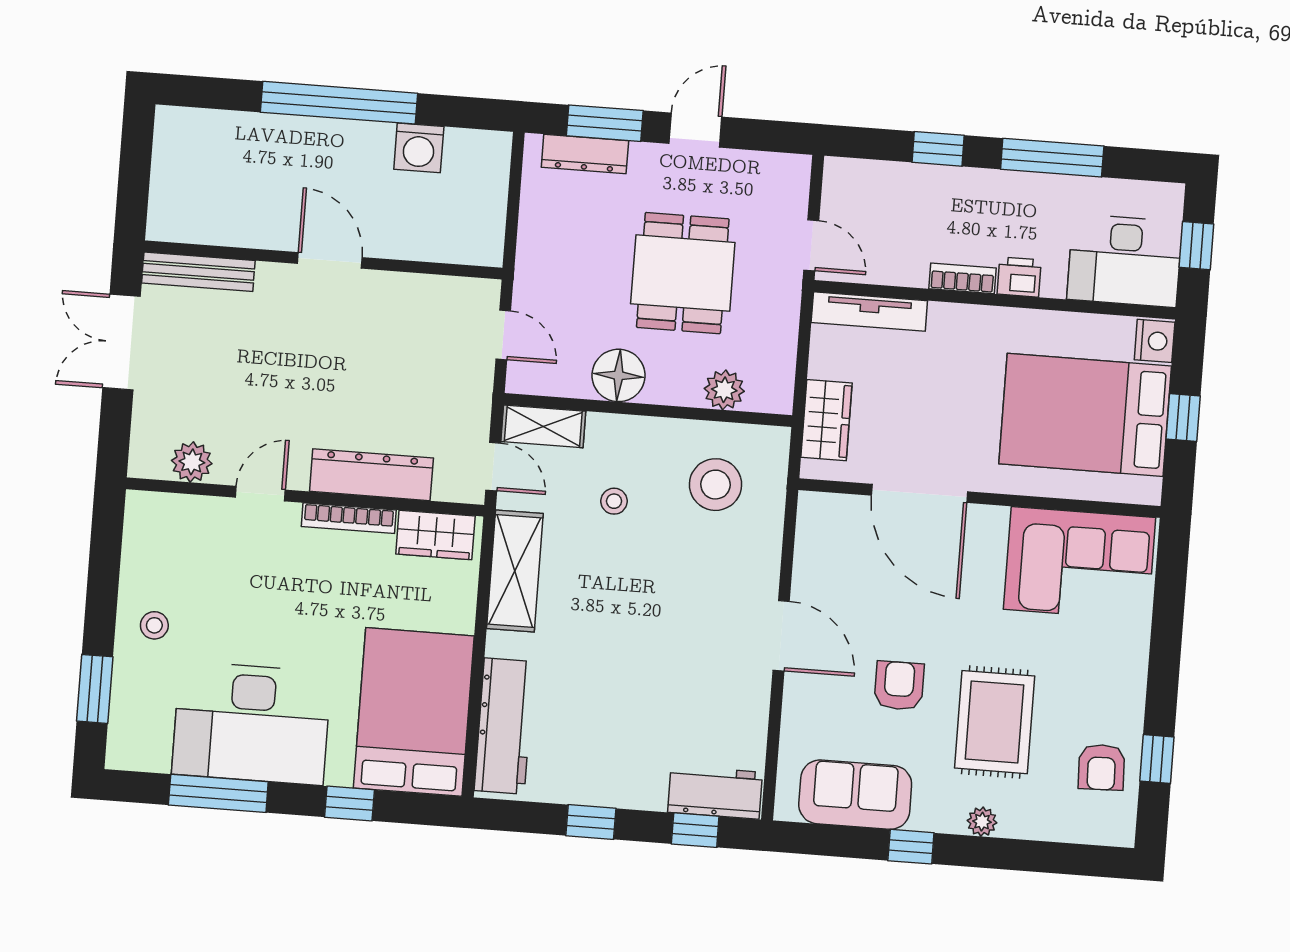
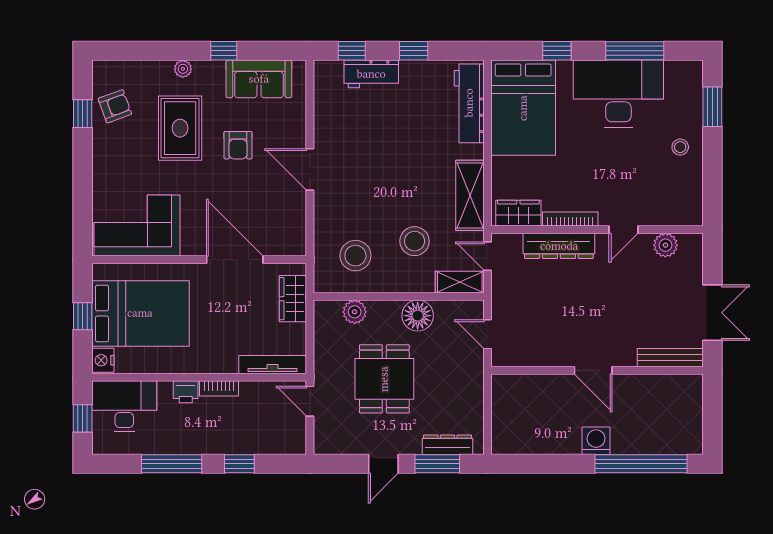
window: (339, 103) -> (641, 464), moved
washing machine: (419, 148) -> (596, 441), moved
stool: (614, 501) -> (415, 241), width x1.89, depth x1.89
armchair: (1101, 767) -> (115, 106), turned 72
workbench: (715, 792) -> (371, 74), moved

